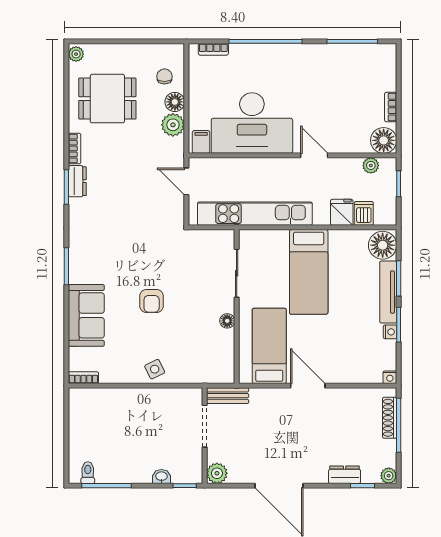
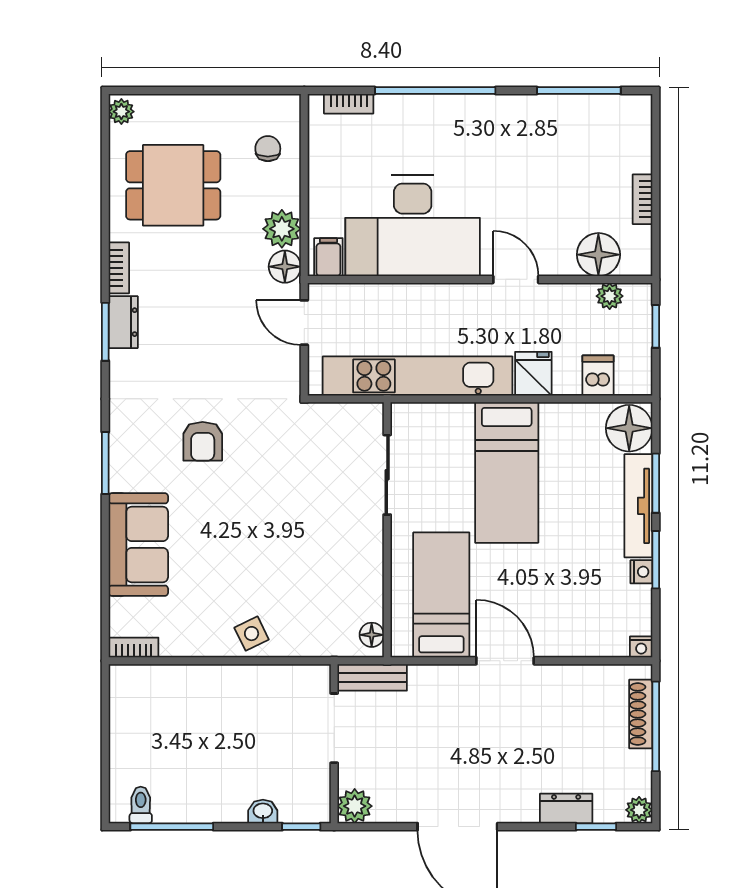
floor lamp: (175, 102) -> (285, 267), moved
floor lamp: (384, 140) -> (598, 255), moved
fridge: (342, 212) -> (533, 374), moved
armchair: (152, 301) -> (203, 441), moved
floor lamp: (227, 321) -> (372, 635), moved

